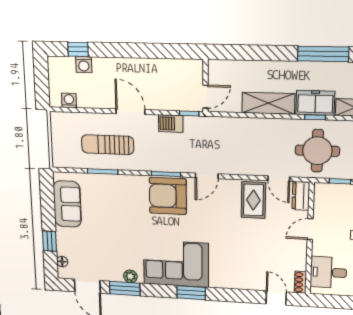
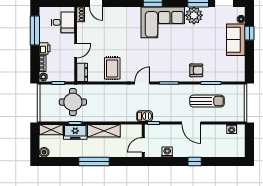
window: (78, 49) -> (195, 162), moved
window: (323, 54) -> (94, 162), moved
washing machine: (84, 65) -> (167, 152), moved
door: (205, 97) -> (143, 145), moved
barbecue: (171, 124) -> (145, 116), moved
door: (279, 179) -> (96, 83), removed
armchair: (168, 196) -> (196, 70), moved, width x0.53, depth x0.53
sofa: (67, 204) -> (236, 40), moved
plant: (130, 276) -> (194, 15), width x1.87, depth x1.87

